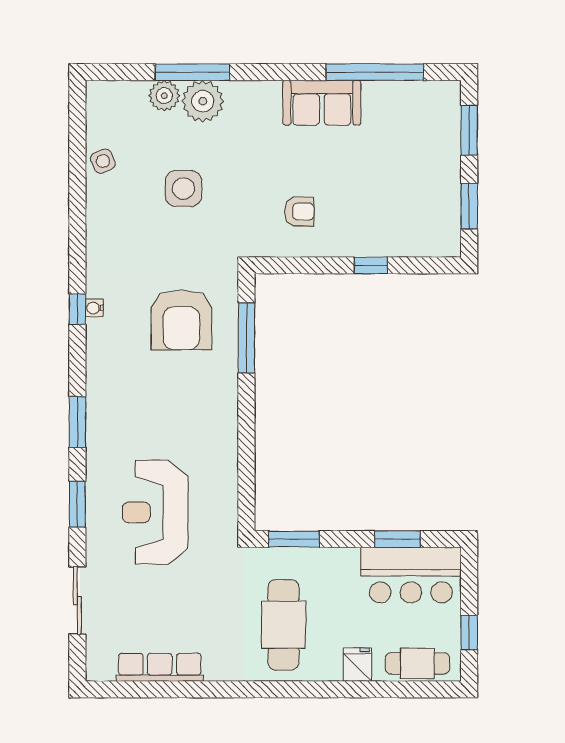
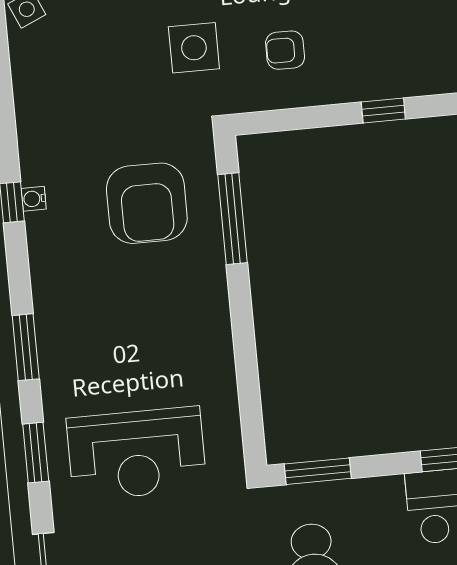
side table: (183, 188) -> (194, 48), moved
armchair: (299, 212) -> (285, 50), turned 180
reception desk: (155, 512) -> (137, 454), turned -90

